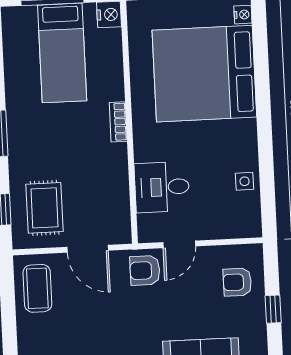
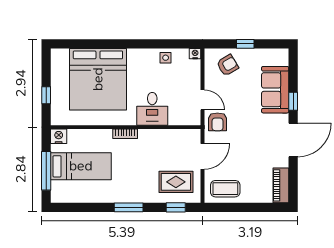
nightstand: (243, 15) -> (195, 54), moved
desk: (162, 187) -> (152, 109), moved
armchair: (237, 282) -> (228, 65), turned -121

